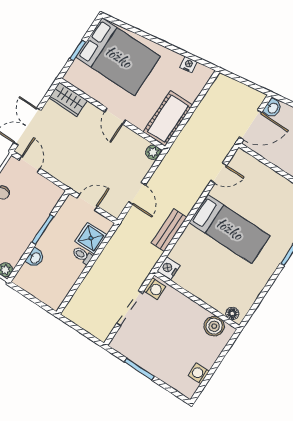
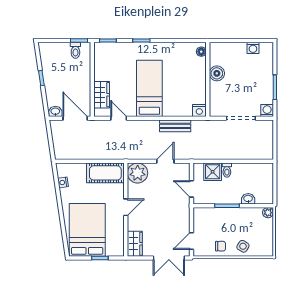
plant: (153, 152) -> (138, 173), width x1.88, depth x1.88
wardrobe: (257, 171) -> (102, 95), added
washing machine: (155, 289) -> (267, 111), moved
boiler: (214, 326) -> (217, 73), moved

